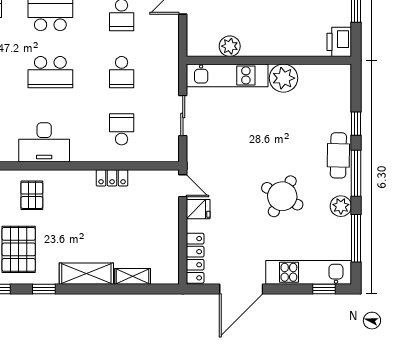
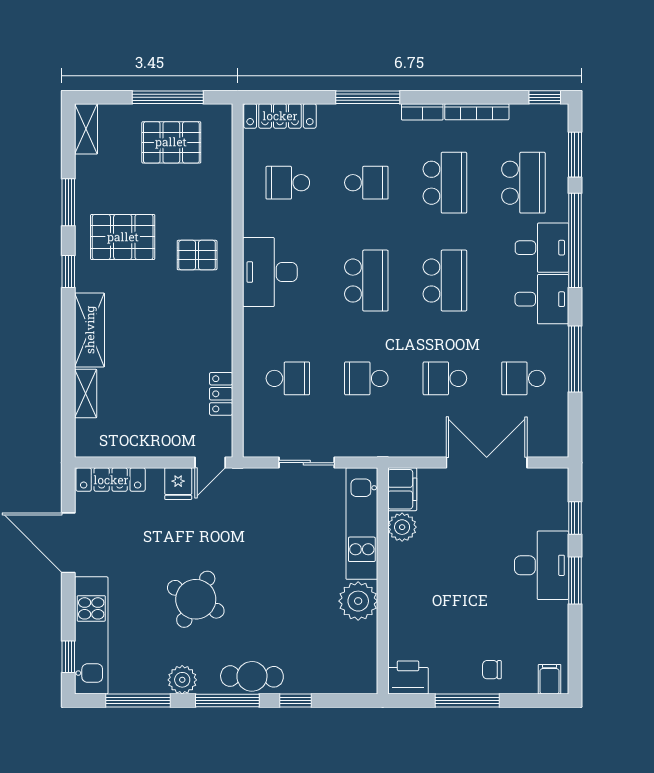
filing cabinet: (202, 46) -> (402, 489), added
school desk: (50, 72) -> (366, 281), turned 180
locker: (112, 178) -> (221, 394), moved

